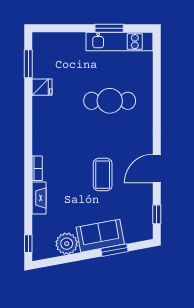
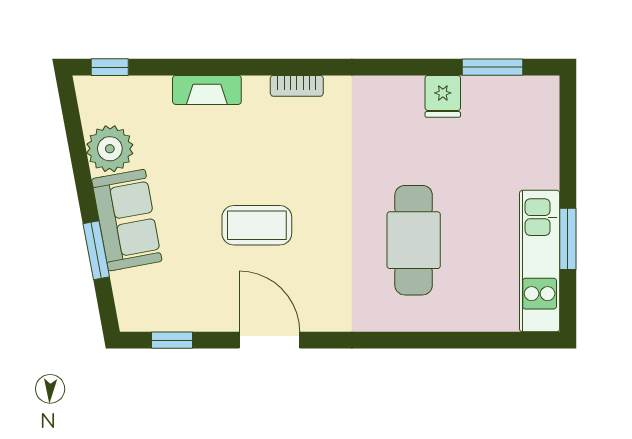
bookcase: (37, 168) -> (297, 86), moved

